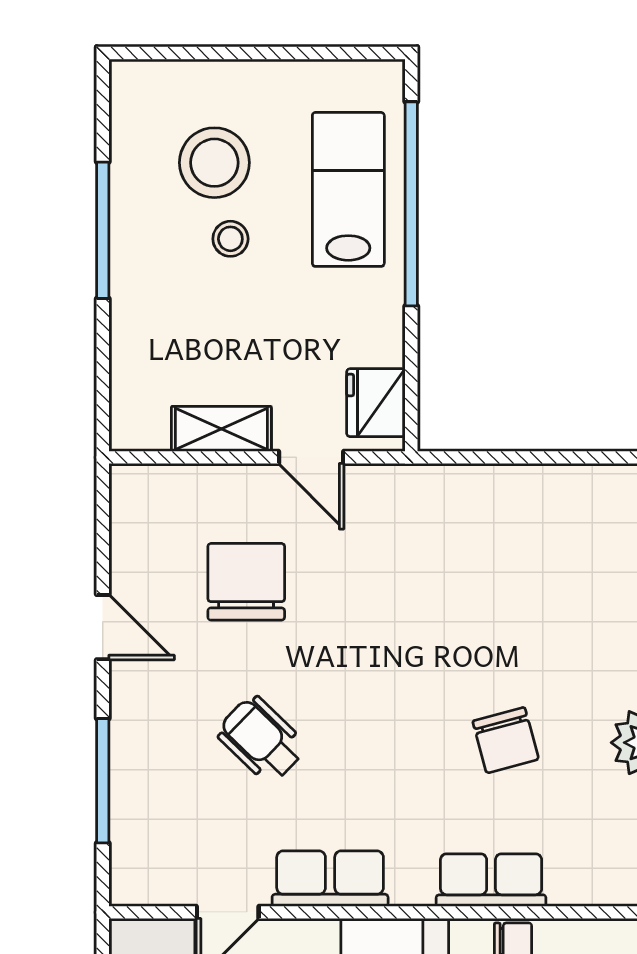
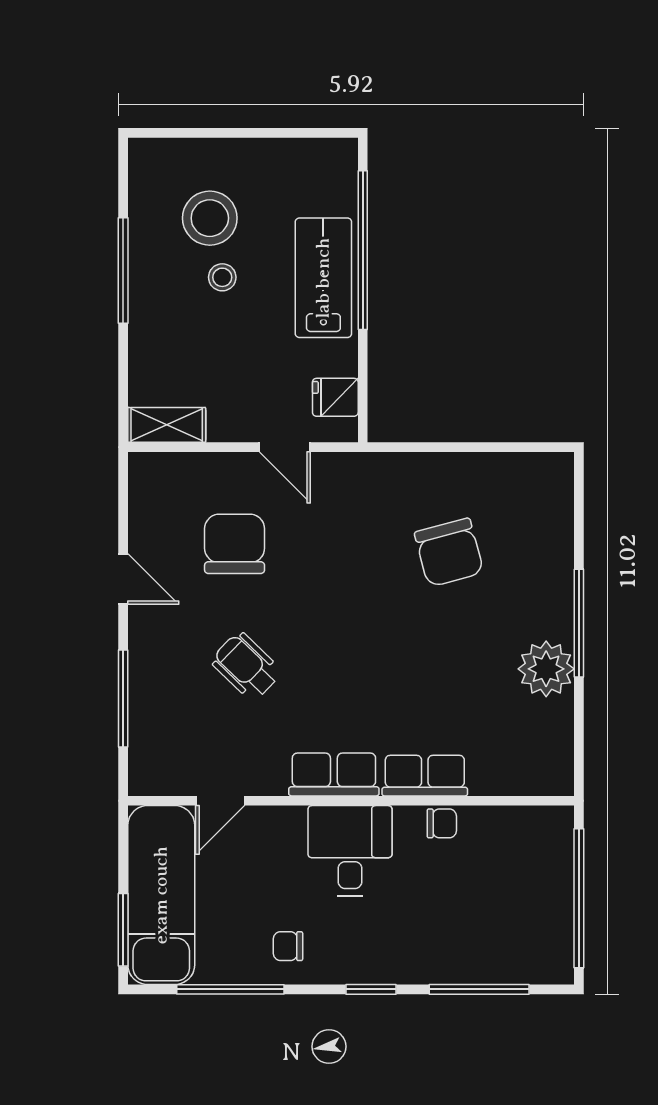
lab bench: (348, 189) -> (323, 278), moved
fridge: (376, 403) -> (335, 397), width x0.72
shelving: (221, 429) -> (167, 425), moved
chair: (506, 740) -> (449, 552), moved, width x1.37, depth x1.37
row of seats: (330, 879) -> (334, 775), moved

